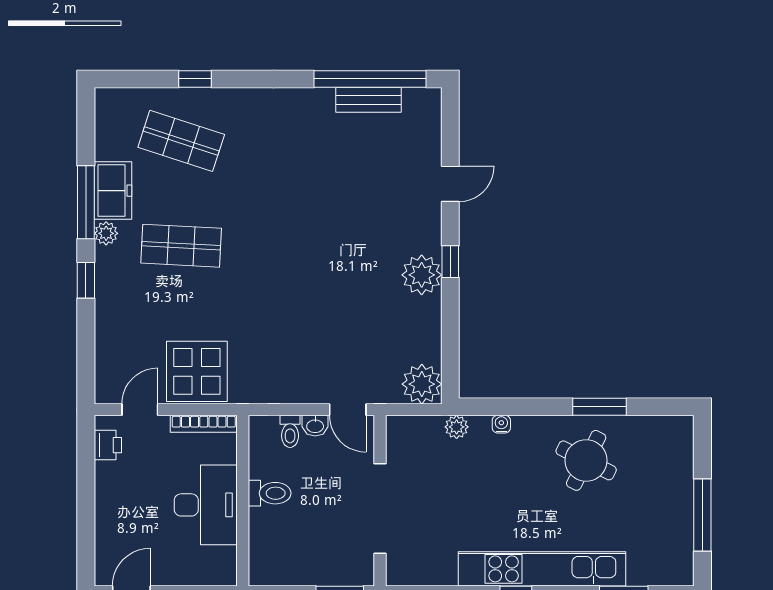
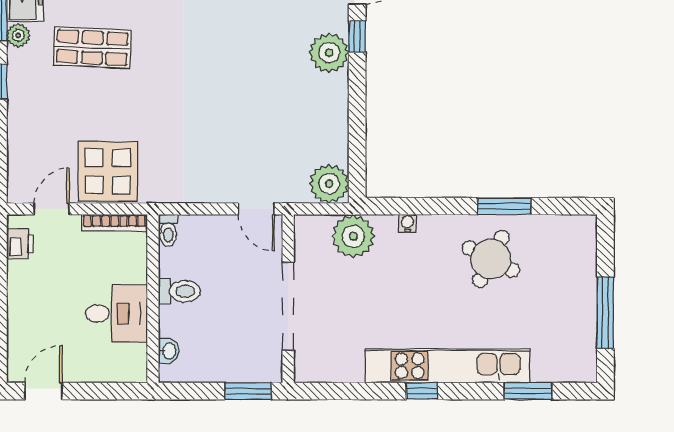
window: (450, 262) -> (357, 37), moved
plant: (422, 275) -> (329, 53), moved
washbasin: (315, 426) -> (169, 351), moved, turned -90
plant: (457, 427) -> (353, 236), width x1.87, depth x1.87
toilet: (290, 431) -> (168, 230), moved
desk: (206, 505) -> (116, 314), width x0.73

